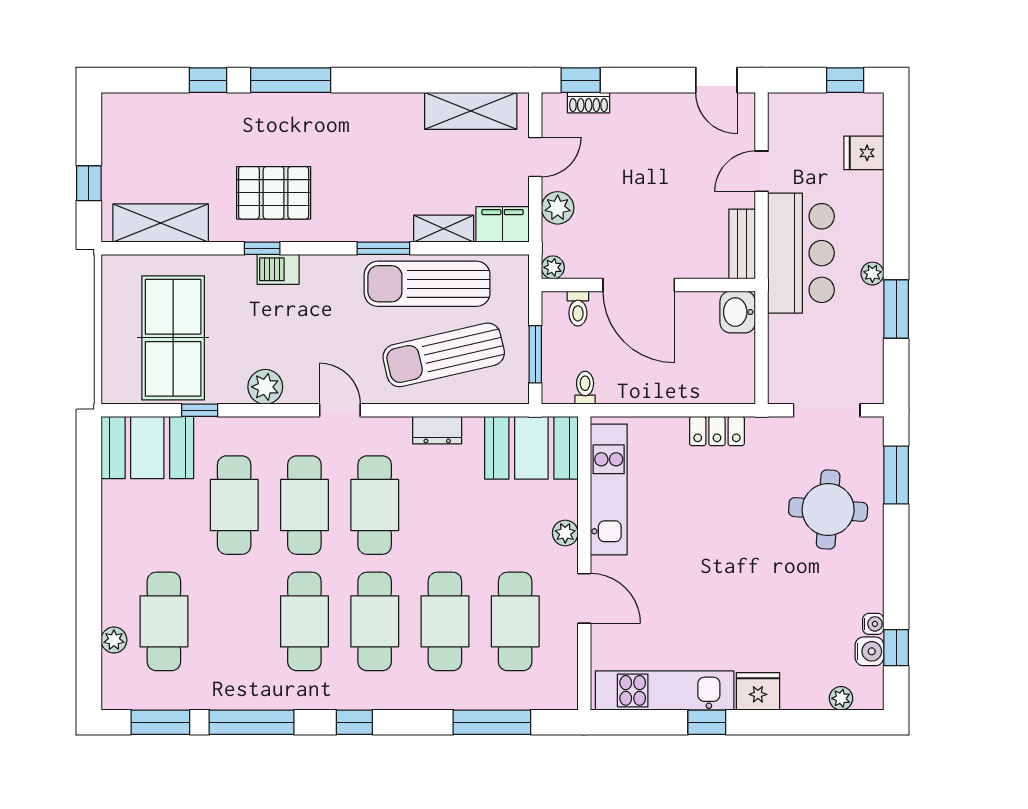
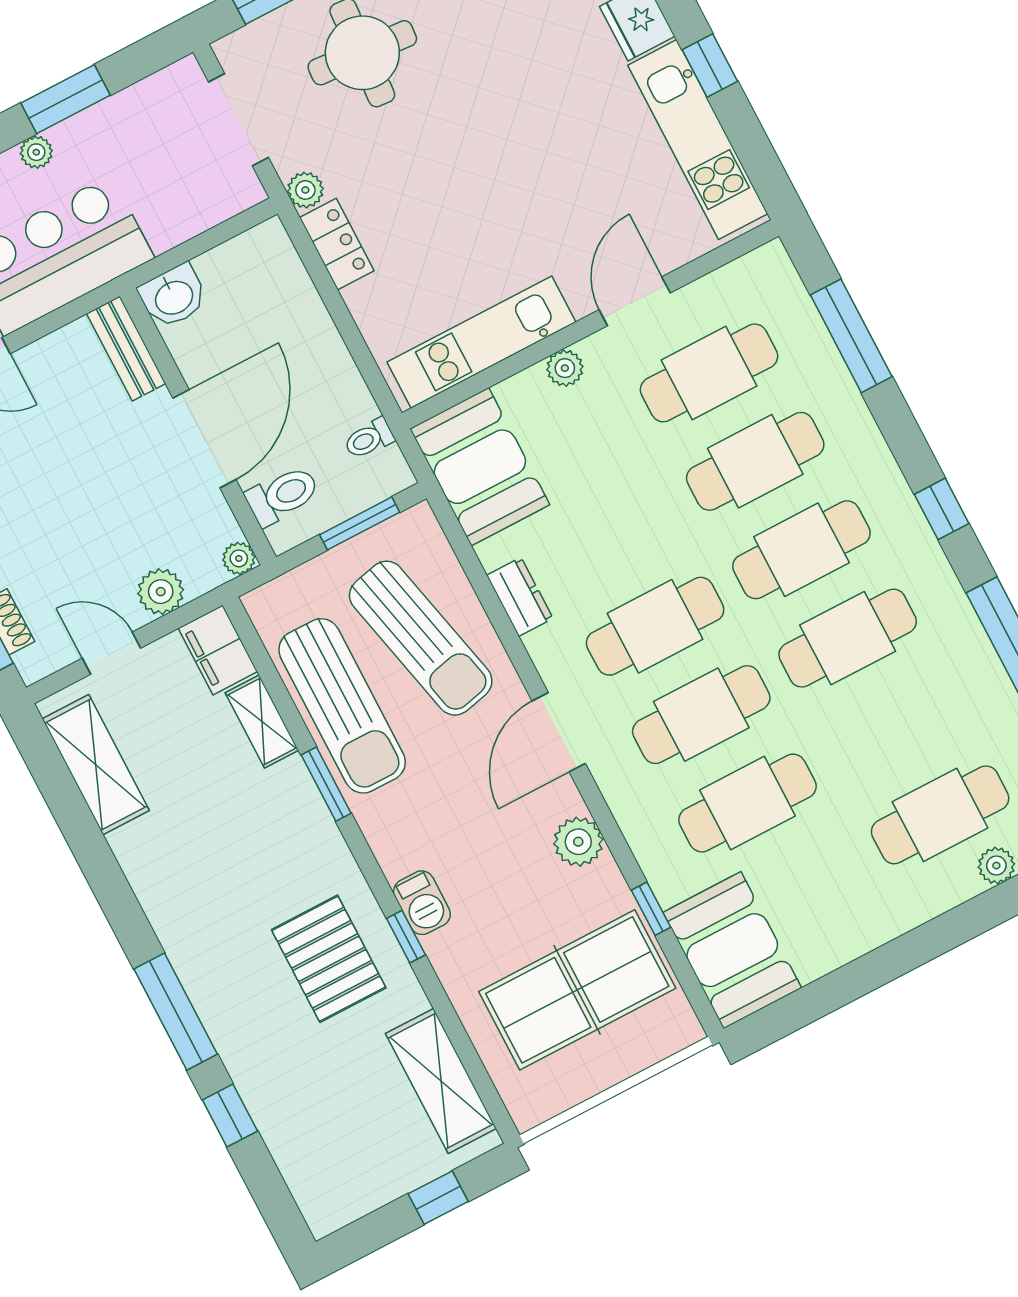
bench: (742, 244) -> (126, 349), moved, turned 90
toilet: (578, 309) -> (283, 495), width x1.37, depth x1.39
door: (340, 410) -> (559, 732), width x1.38
plant: (761, 429) -> (305, 190), added

